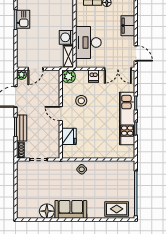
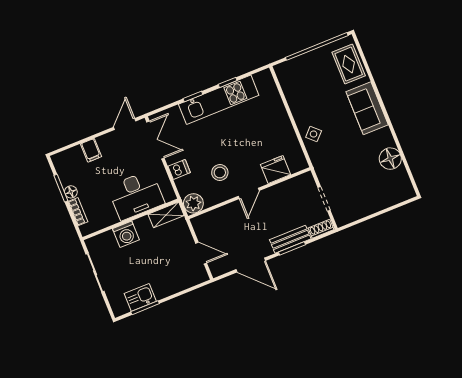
filing cabinet: (128, 26) -> (91, 150), width x0.50
washing machine: (66, 37) -> (126, 234), moved
plant: (21, 75) -> (217, 269), removed
sofa: (71, 209) -> (367, 108), moved

